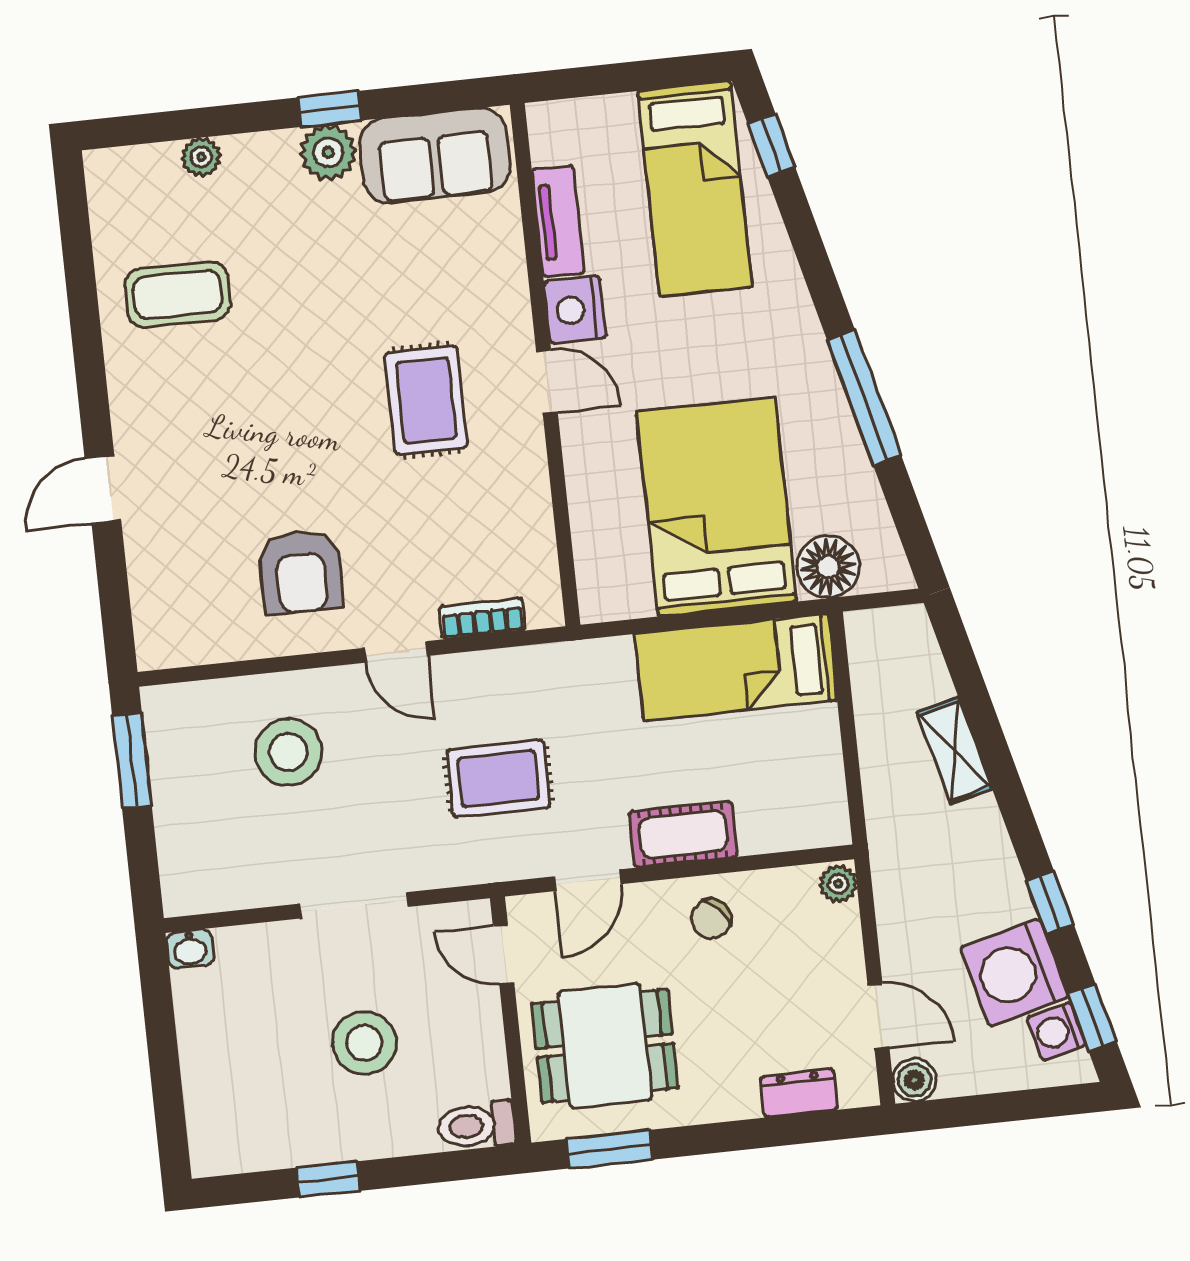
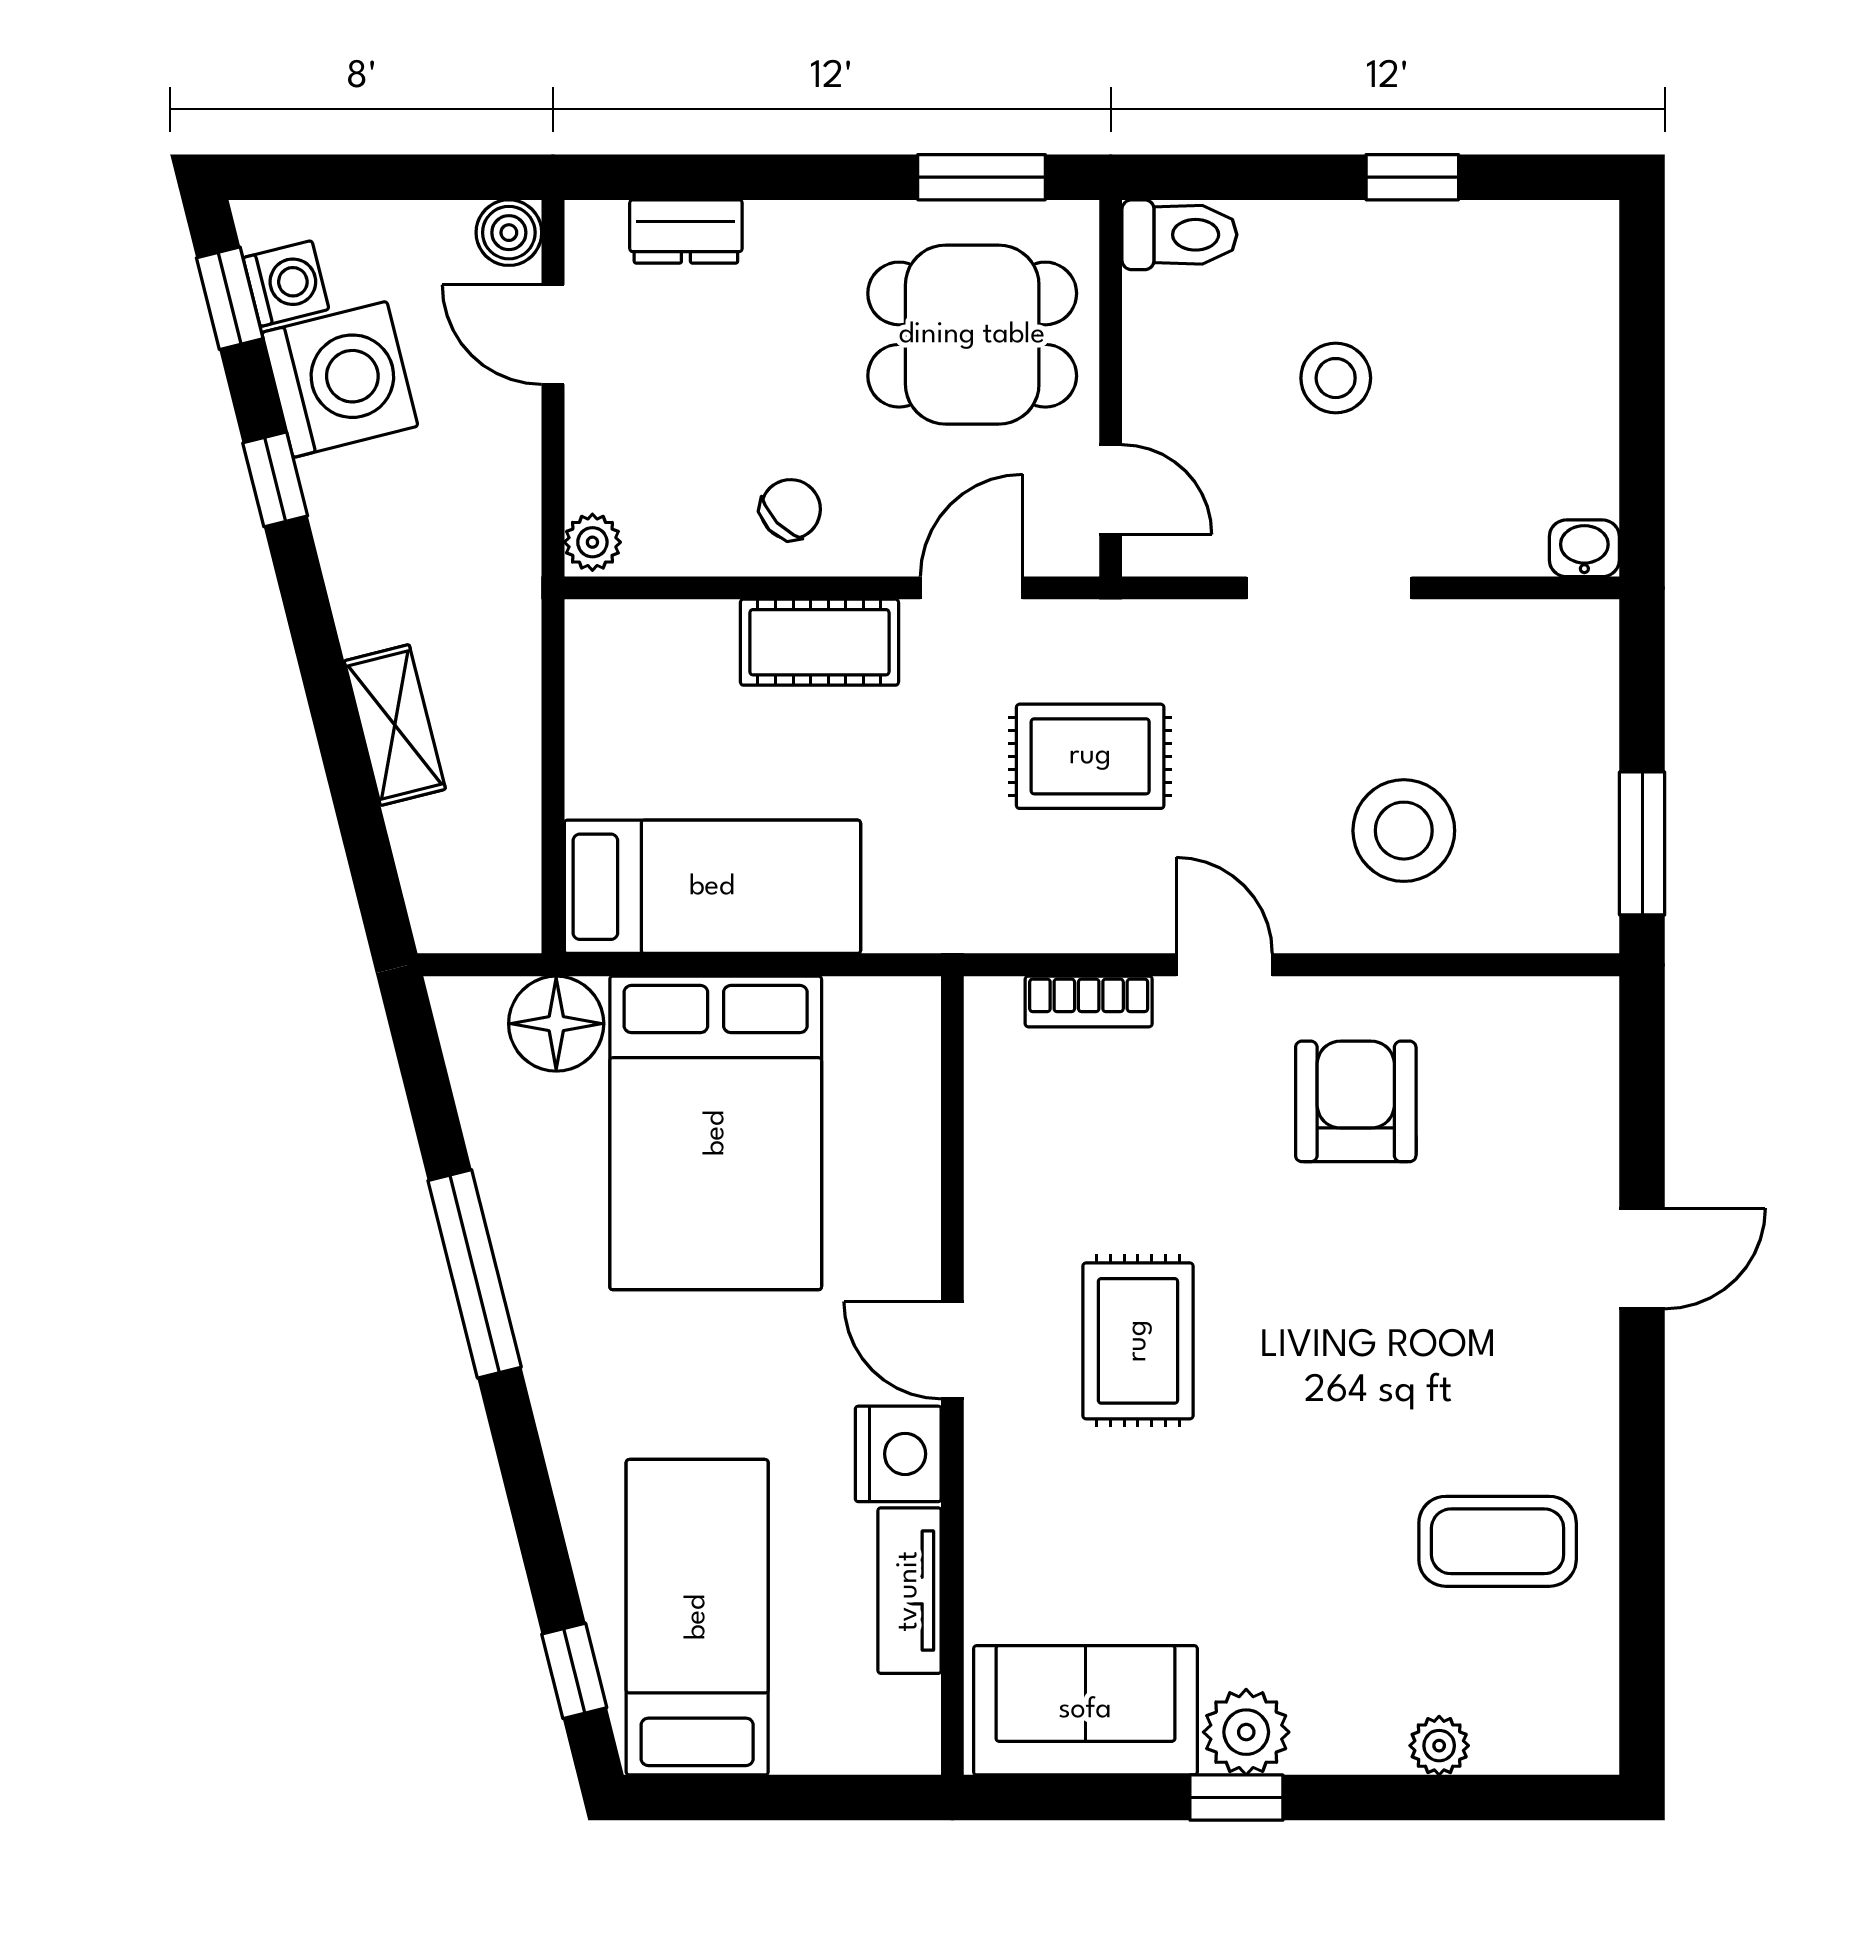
stool: (364, 1043) -> (1336, 378), width x0.73, depth x0.73

